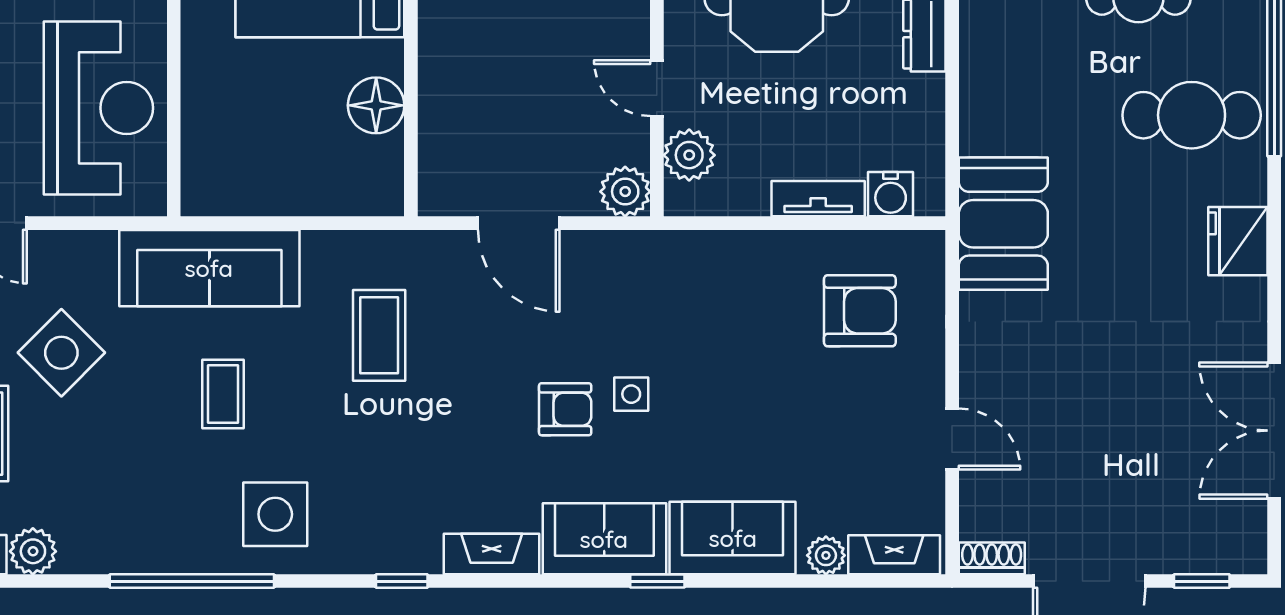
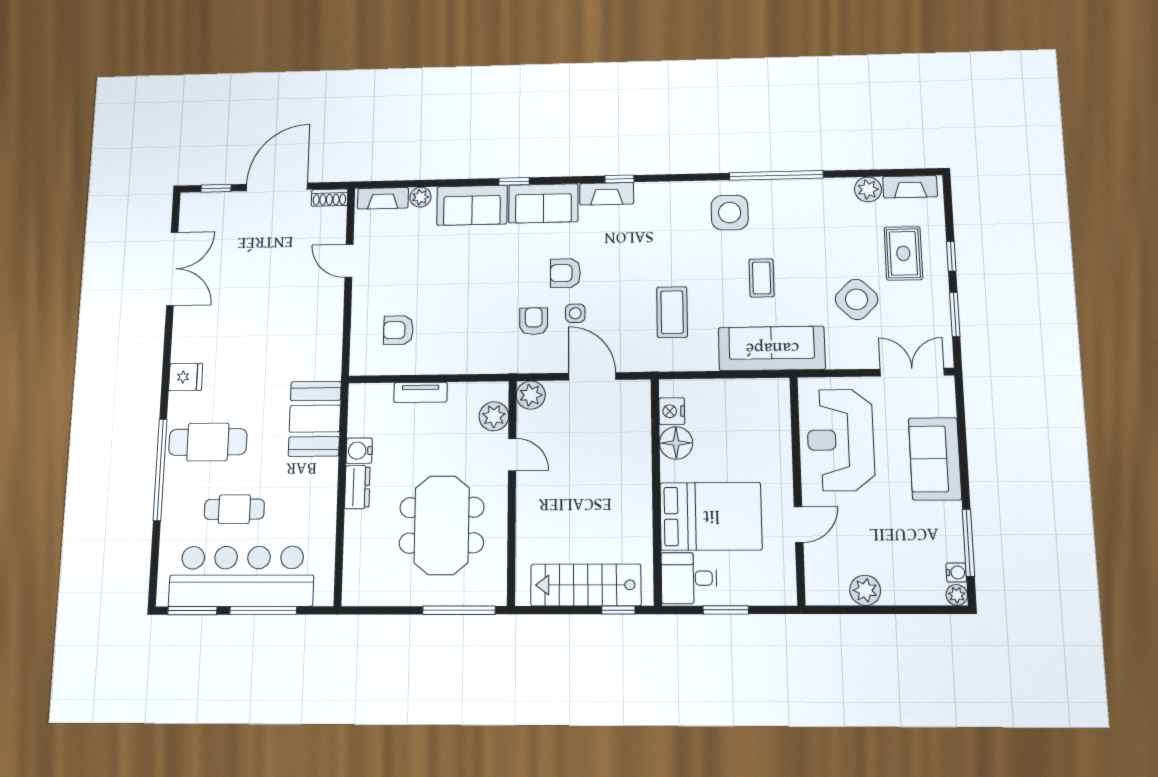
nightstand: (382, 161) -> (672, 411), added
water cooler: (891, 194) -> (359, 451), moved, turned -90
booth: (1003, 224) -> (315, 419), moved
fridge: (1238, 241) -> (186, 377), width x0.72
armchair: (860, 311) -> (398, 330), width x0.72, depth x0.72
armchair: (621, 323) -> (534, 321), added
side table: (631, 394) -> (575, 313), moved
window: (402, 581) -> (619, 179), moved

